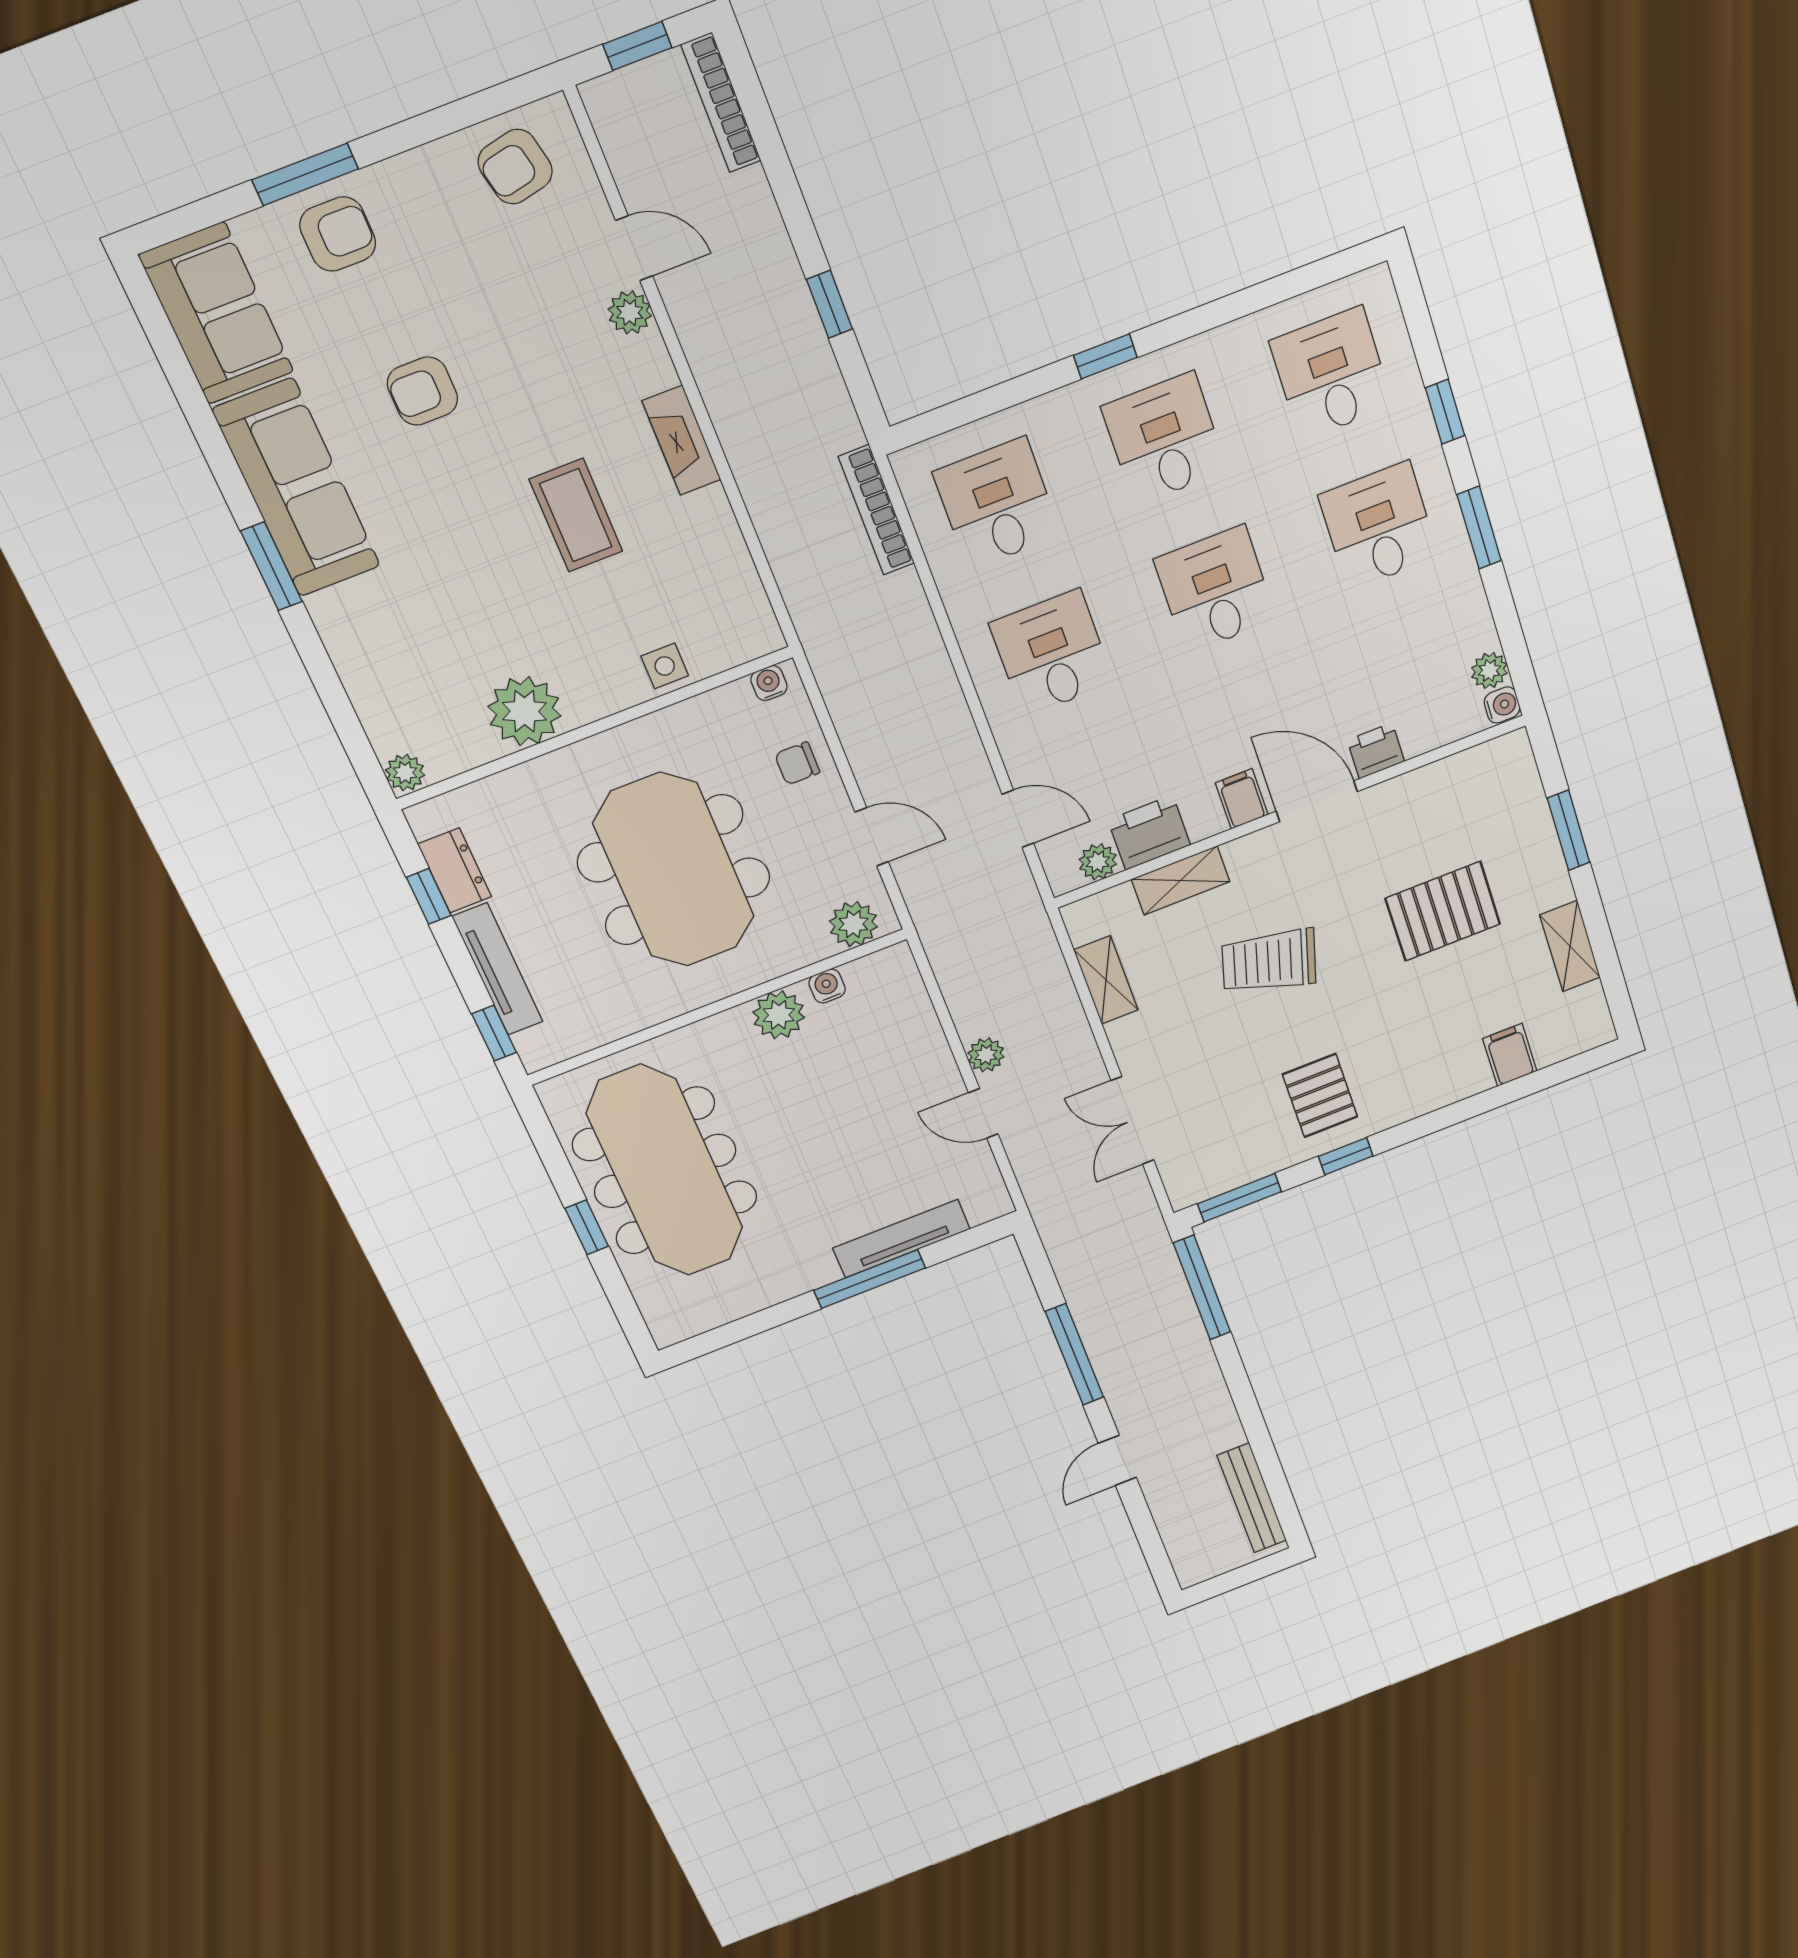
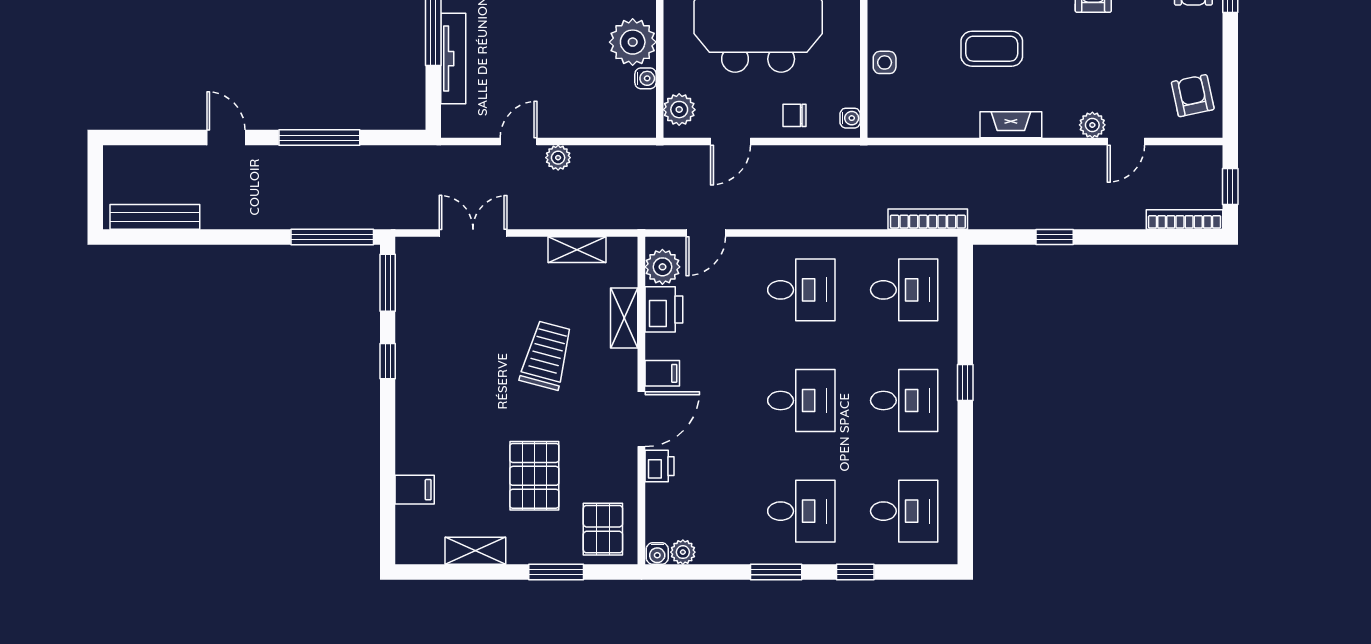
chair: (797, 763) -> (794, 115), turned -90
plant: (1098, 862) -> (662, 267), width x1.38, depth x1.38
plant: (779, 1015) -> (633, 42), width x1.36, depth x1.36
pallet: (1320, 1096) -> (603, 529), moved, turned 90

